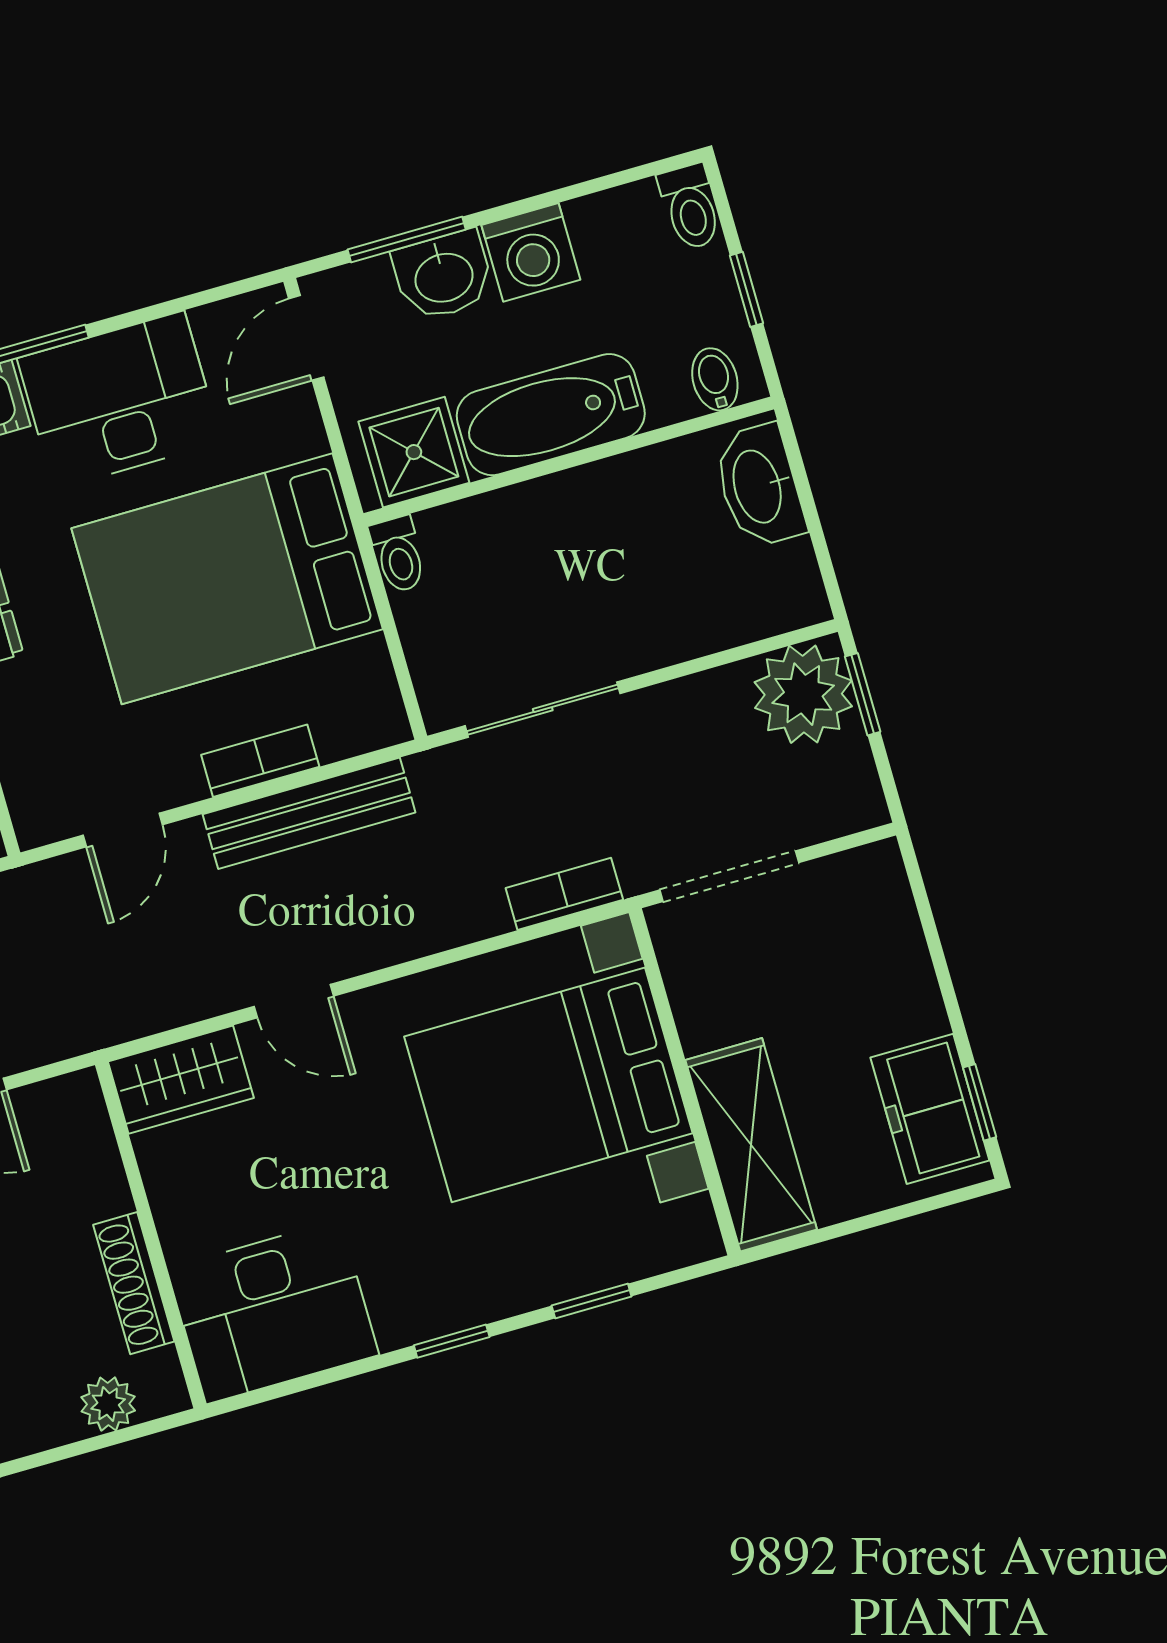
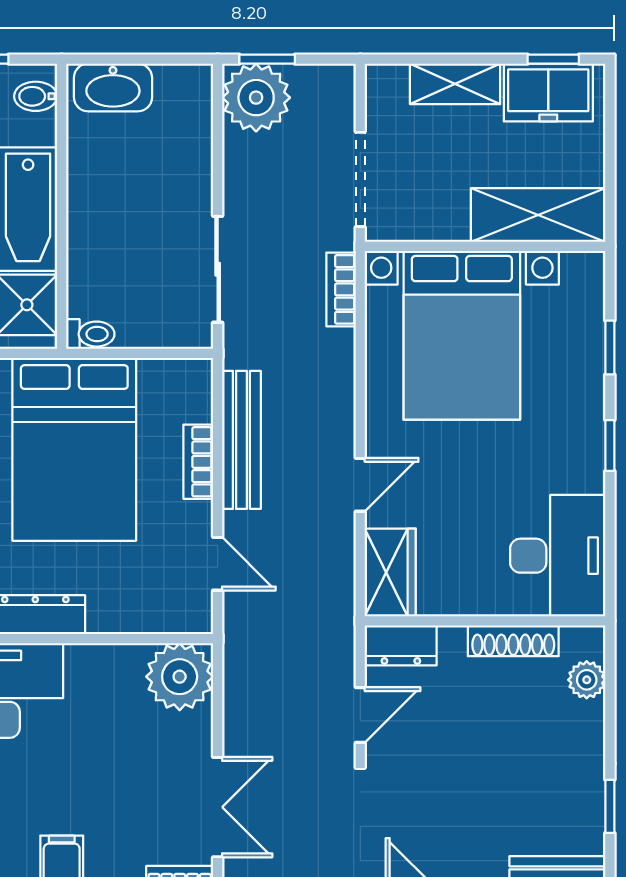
shelving: (904, 972) -> (455, 84), added
dresser: (81, 1125) -> (401, 645), added

